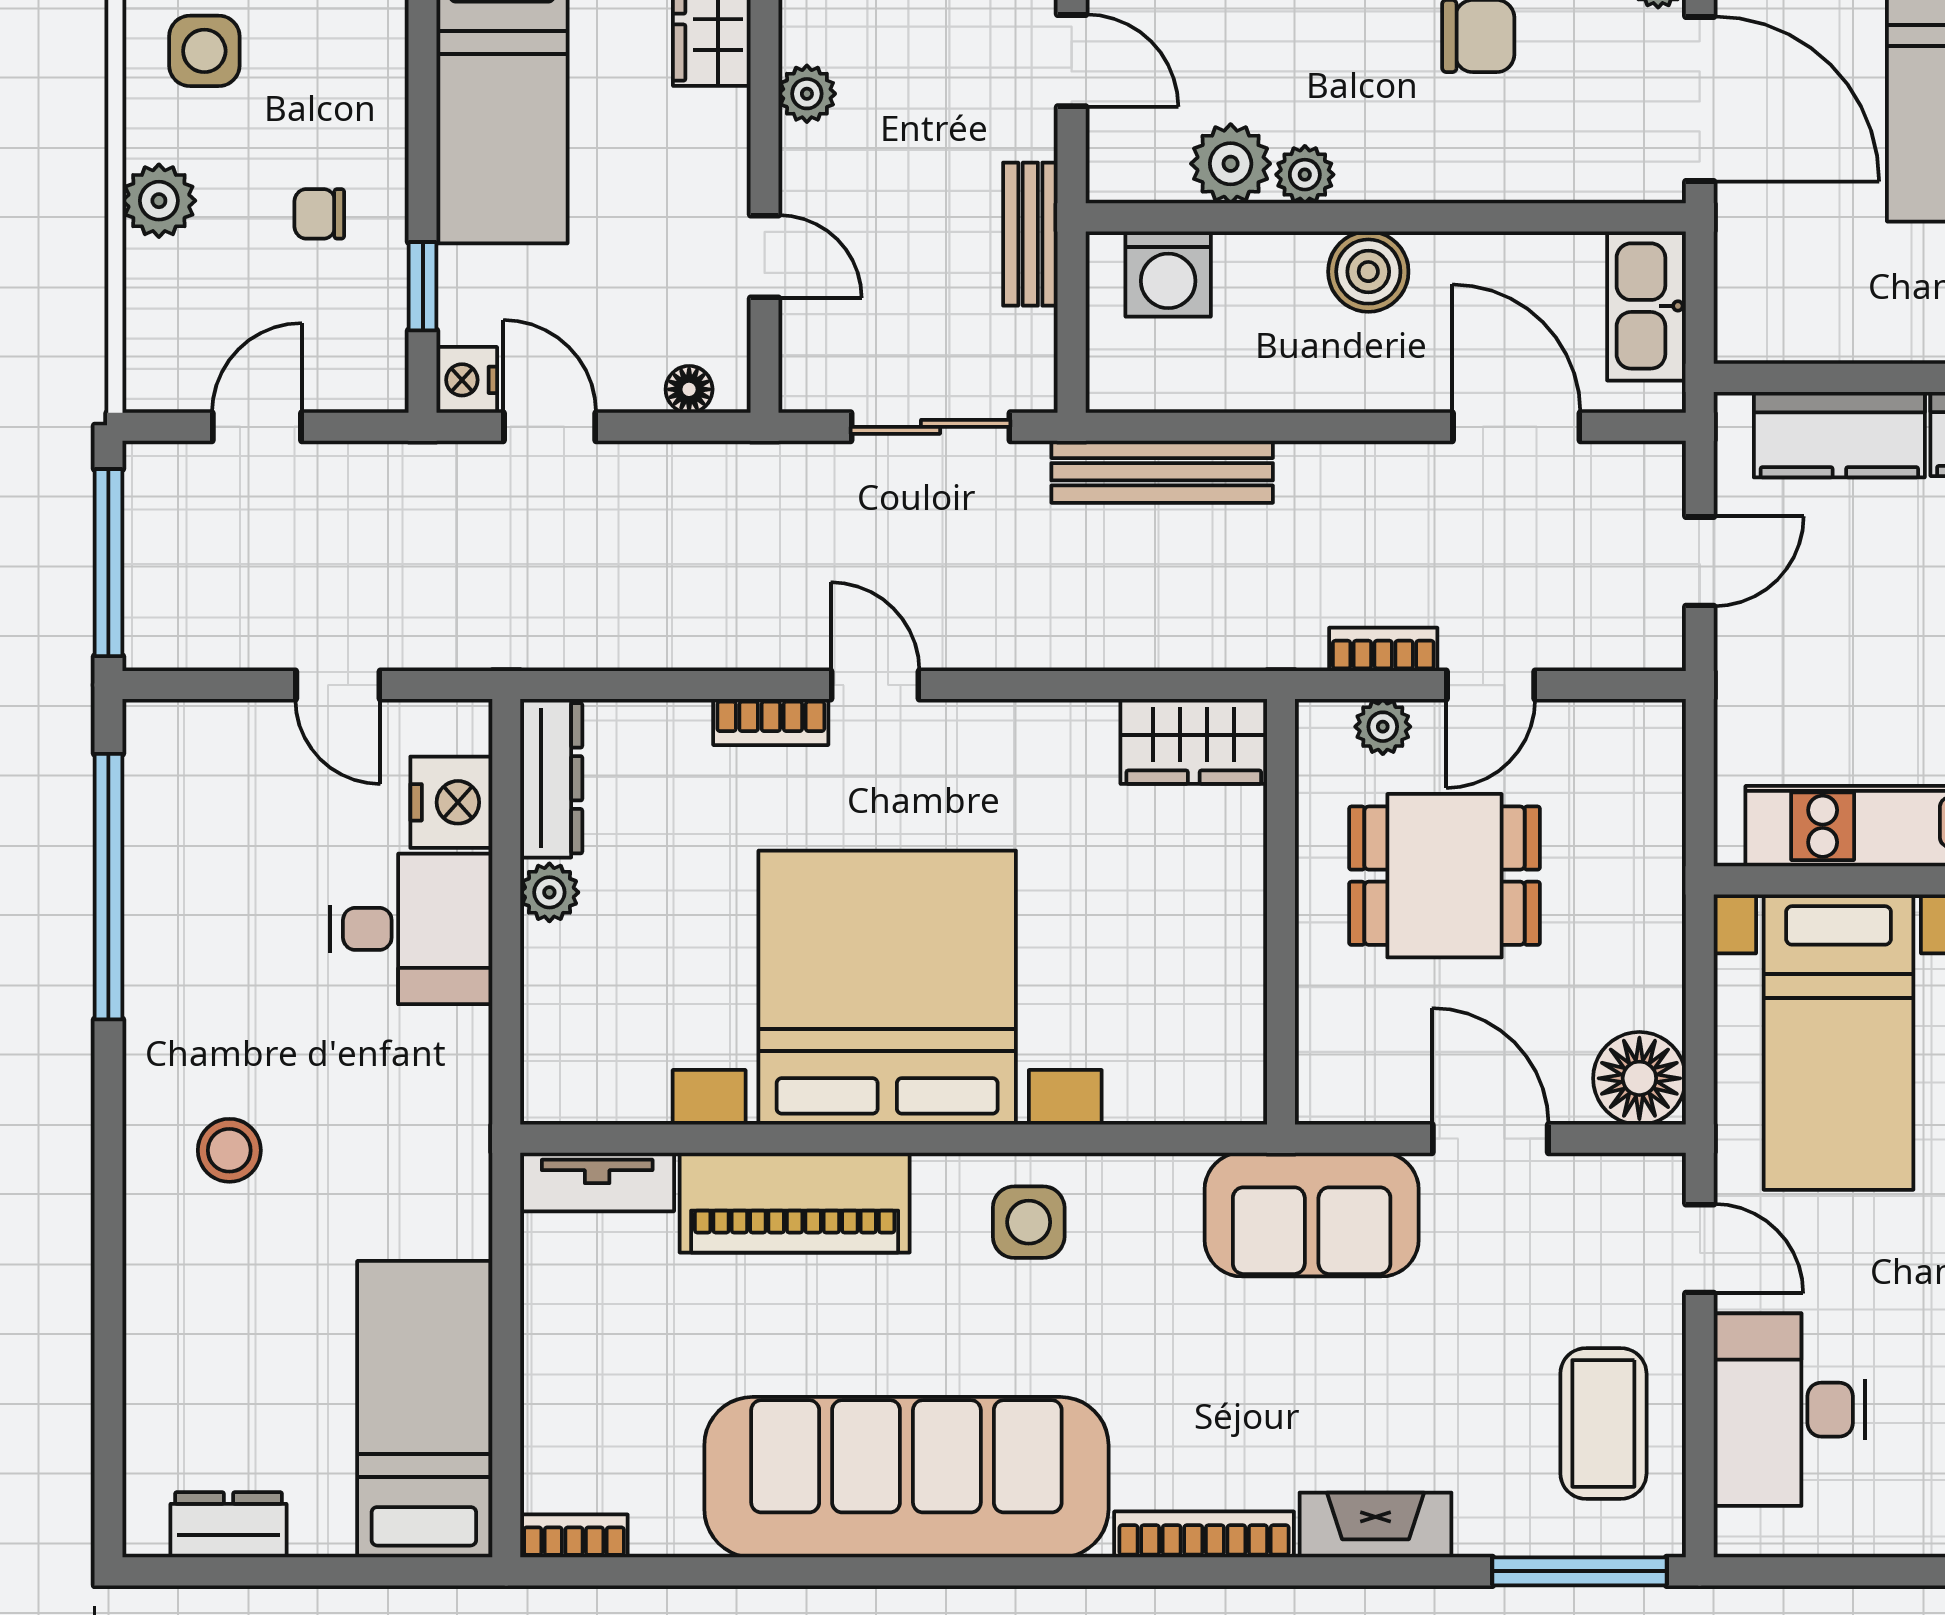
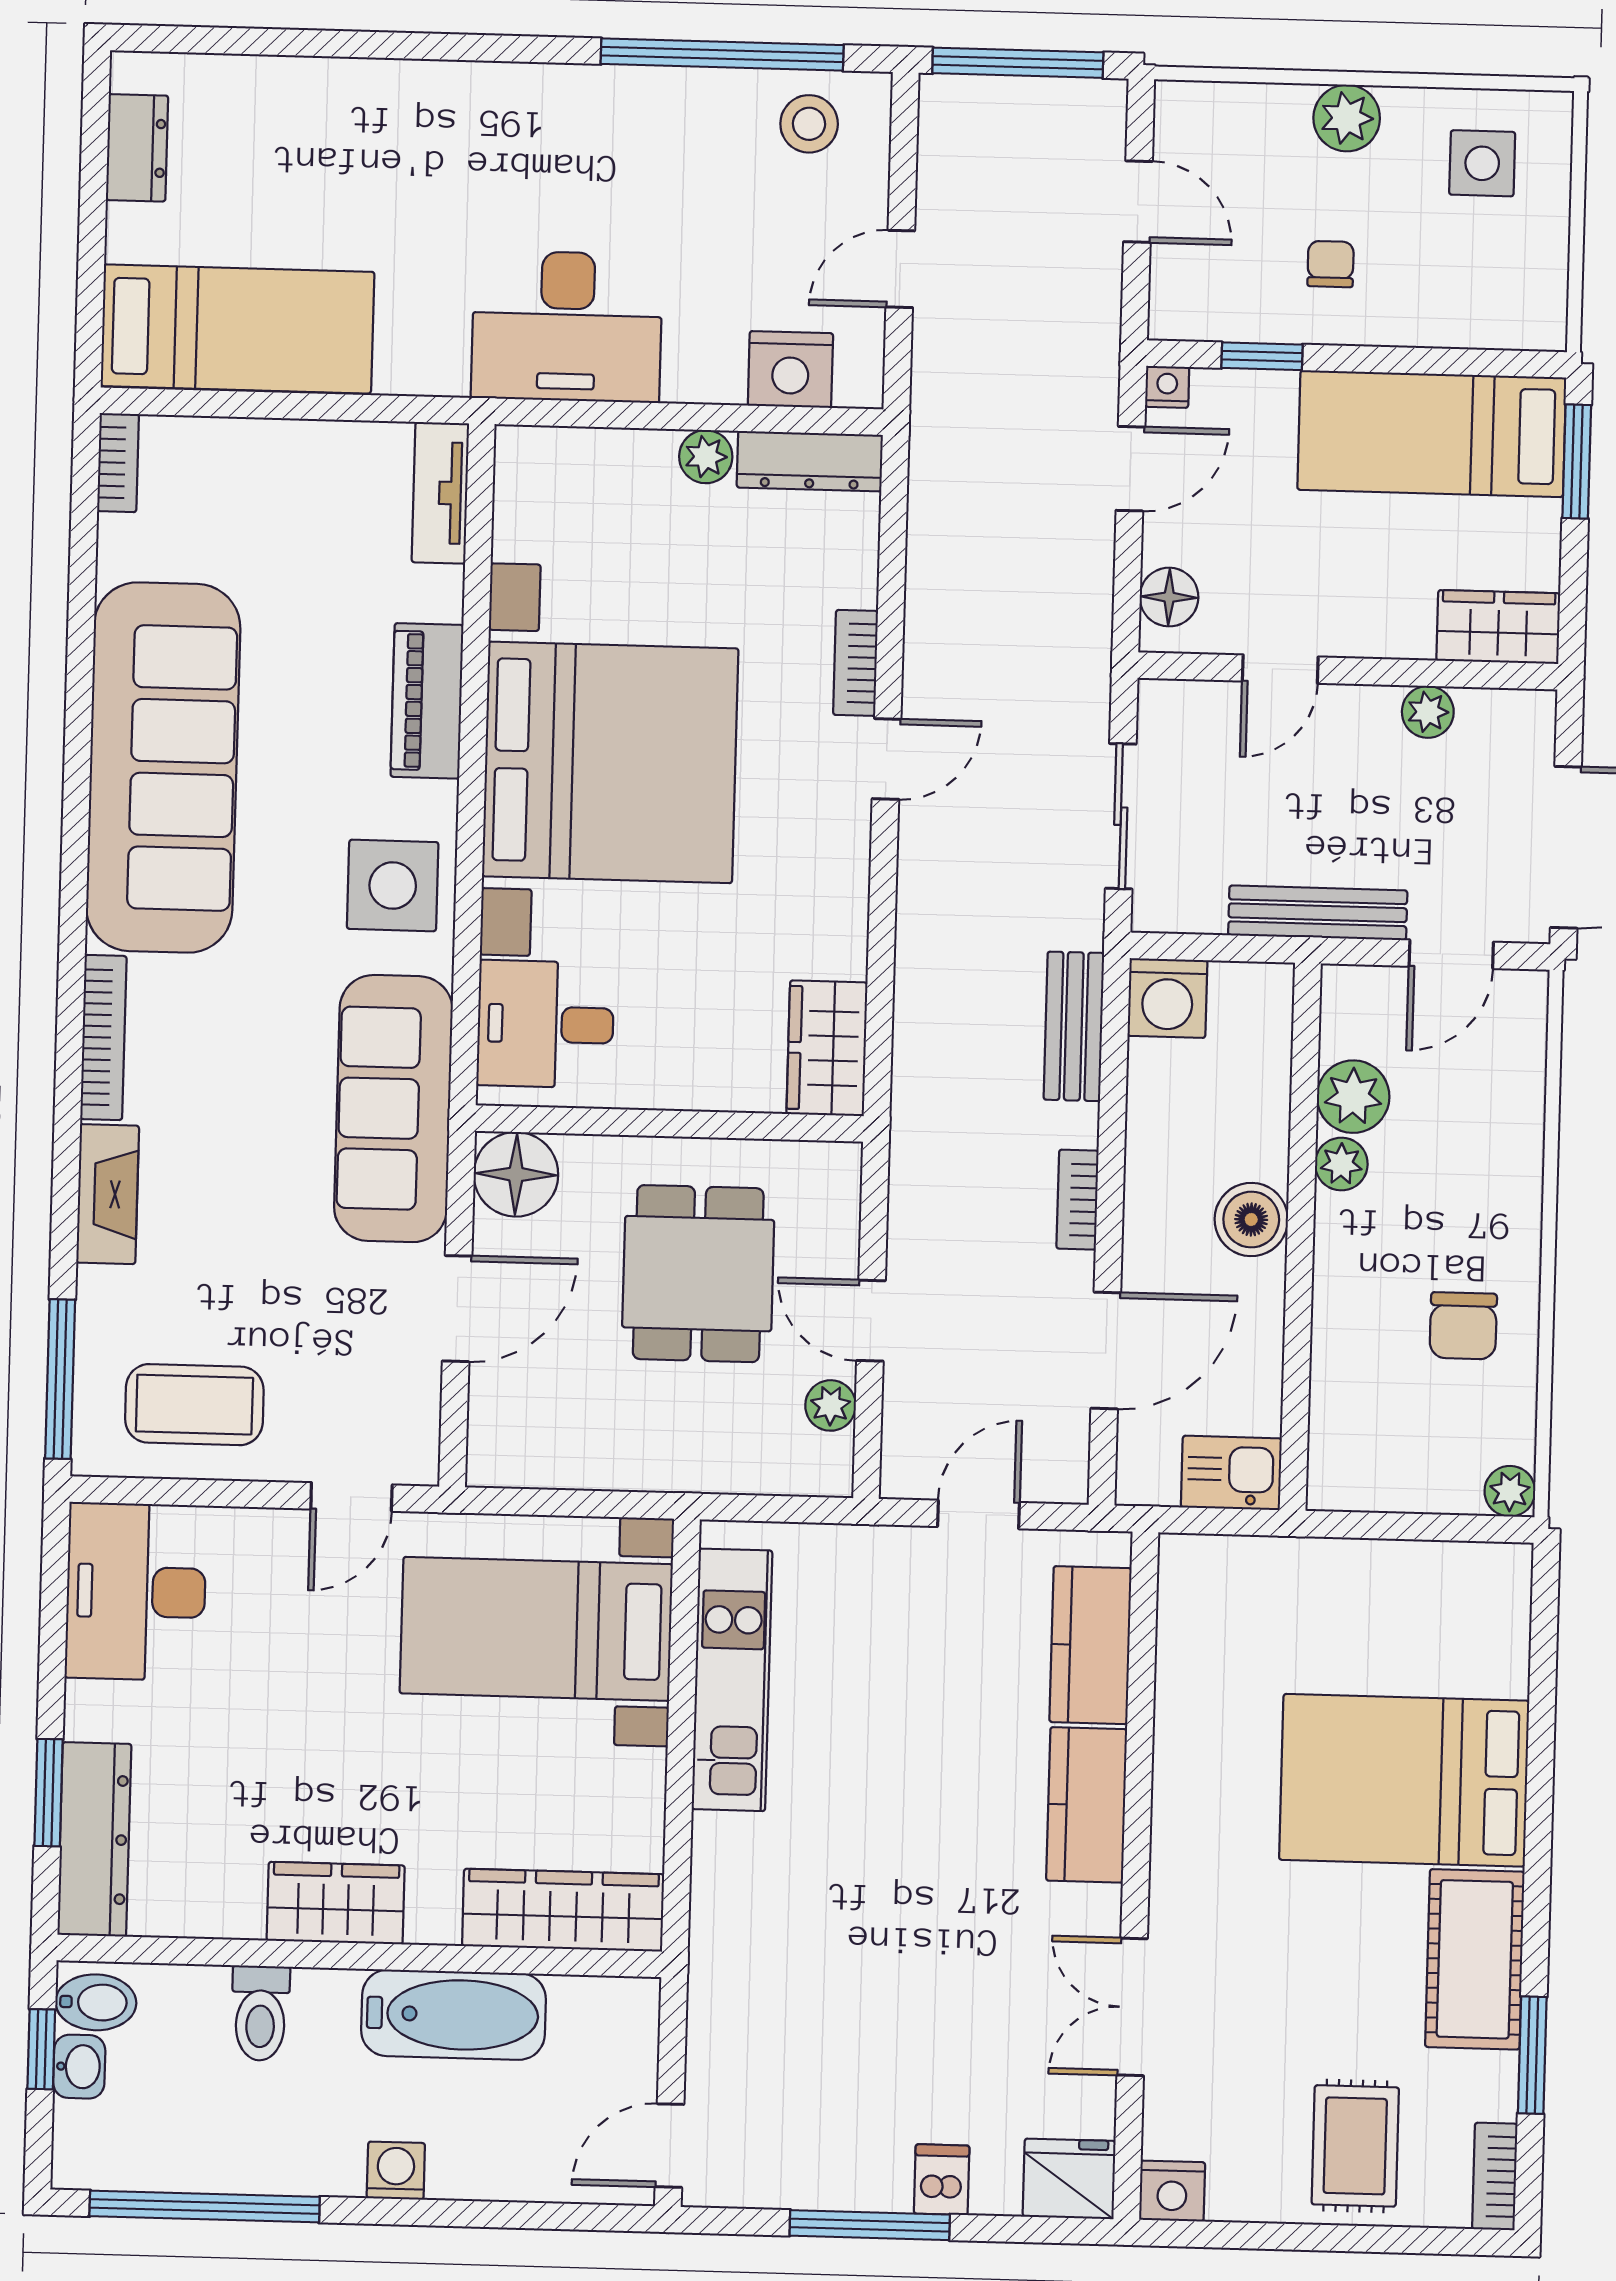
door: (1700, 99) -> (1400, 1526), removed
bench: (1030, 234) -> (1318, 913), width x1.36
washing machine: (1168, 274) -> (1167, 998), moved, turned -90
kitchen sink: (1646, 306) -> (1231, 1473), width x0.73
nightstand: (467, 380) -> (1167, 387), width x0.72, depth x0.74
floor lamp: (689, 389) -> (1169, 597), width x1.37, depth x1.37
bench: (1162, 472) -> (1074, 1026), width x0.73
door: (1700, 561) -> (978, 1514), swing flipped
bookcase: (1383, 649) -> (1078, 1200), moved, turned 180
plant: (1383, 727) -> (831, 1405), moved
desk: (411, 929) -> (567, 327), moved, width x1.37
desk: (1176, 1051) -> (545, 1024), added
floor lamp: (1639, 1078) -> (516, 1174), moved
stool: (229, 1150) -> (809, 124), moved
piano: (795, 1203) -> (427, 701), width x0.73, depth x0.75
sofa: (1312, 1215) -> (393, 1109), width x1.36
side table: (1029, 1222) -> (393, 885), width x1.37, depth x1.37
desk: (1789, 1410) -> (136, 1592), moved, turned -90

